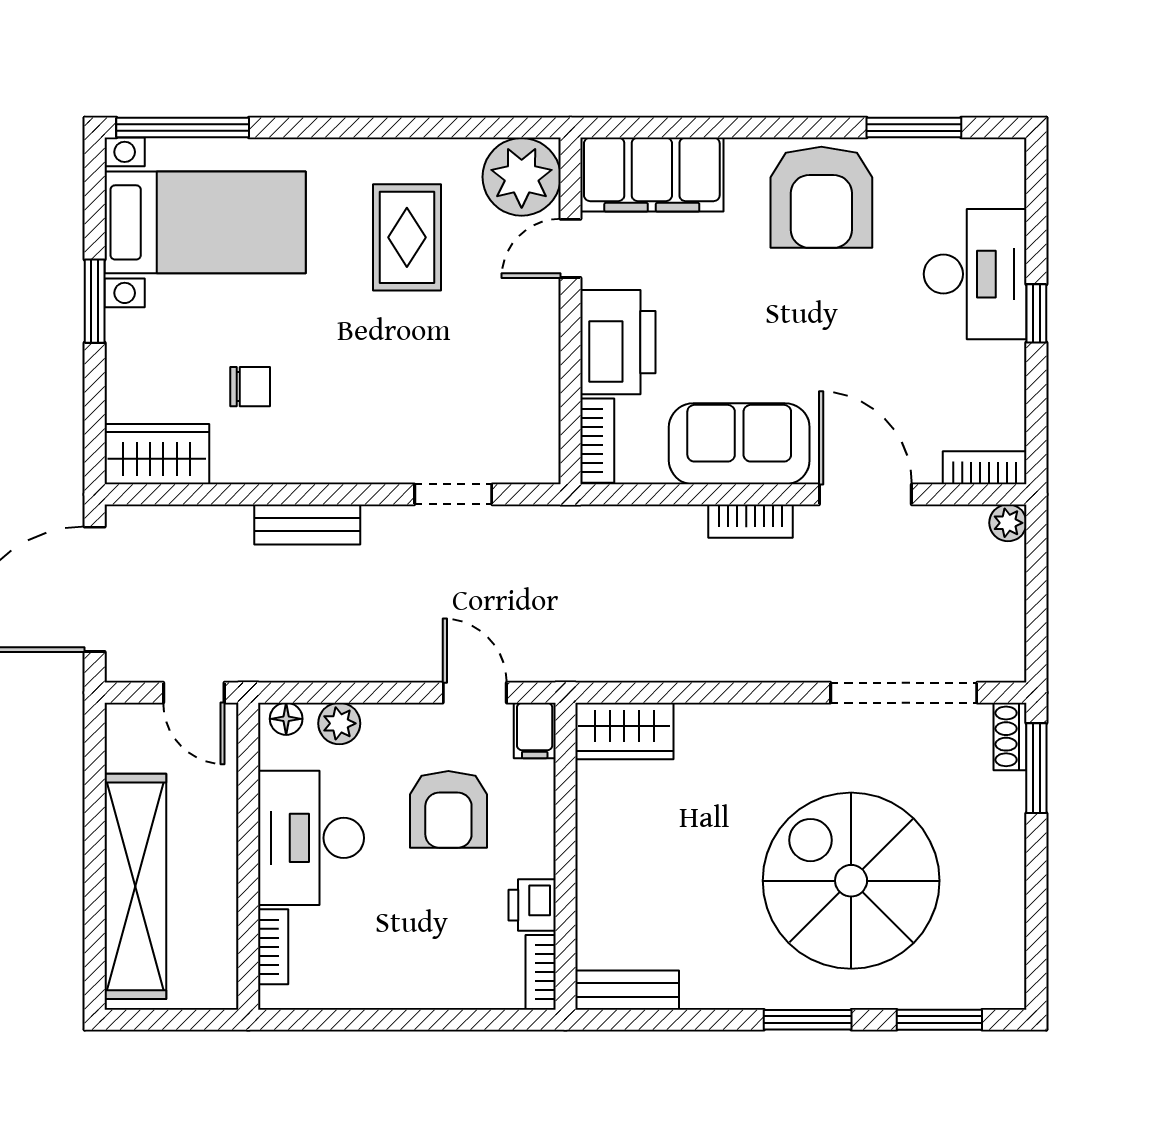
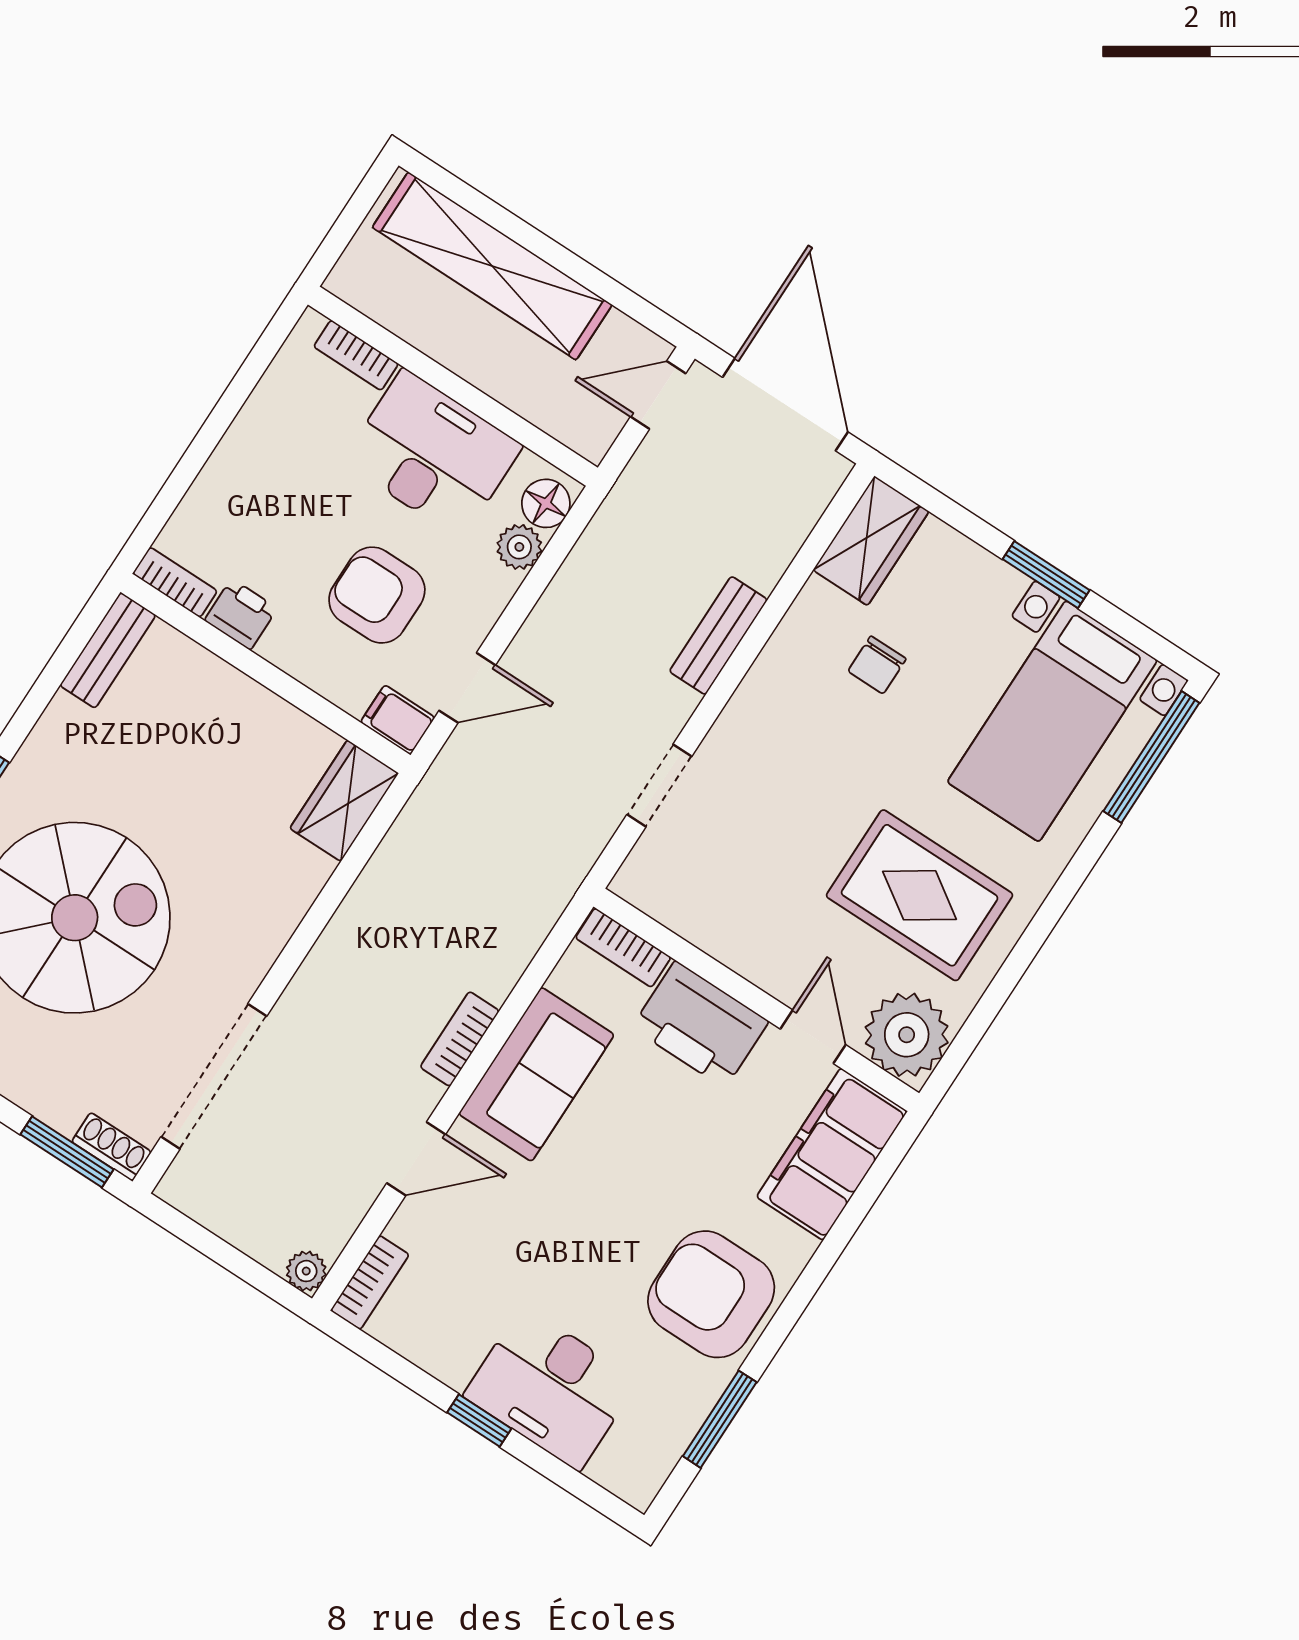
rug: (407, 237) -> (920, 895), width x1.36, depth x1.43
door: (865, 494) -> (416, 1159), width x0.73
door: (194, 693) -> (658, 395), moved
floor lamp: (286, 719) -> (546, 503), width x1.37, depth x1.37

